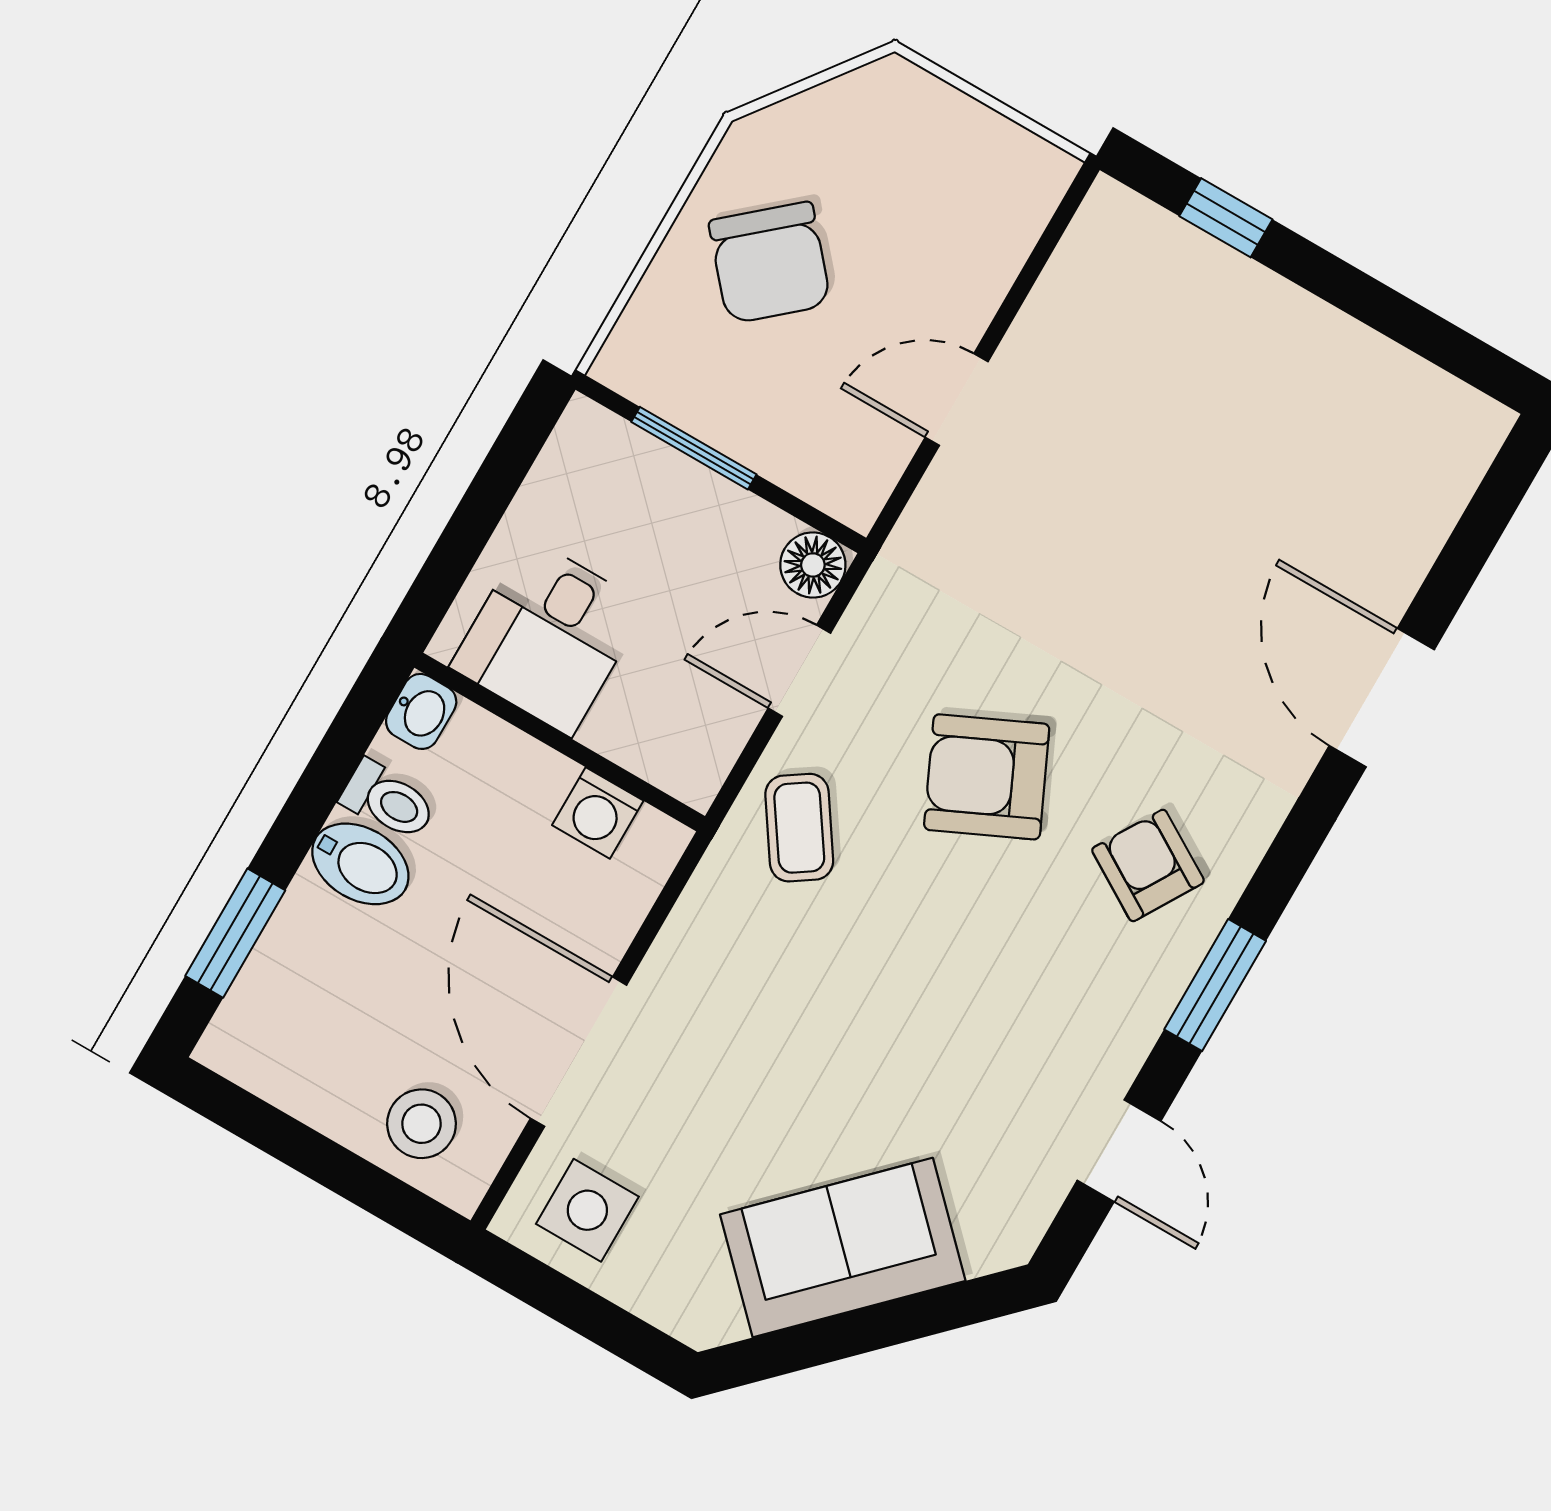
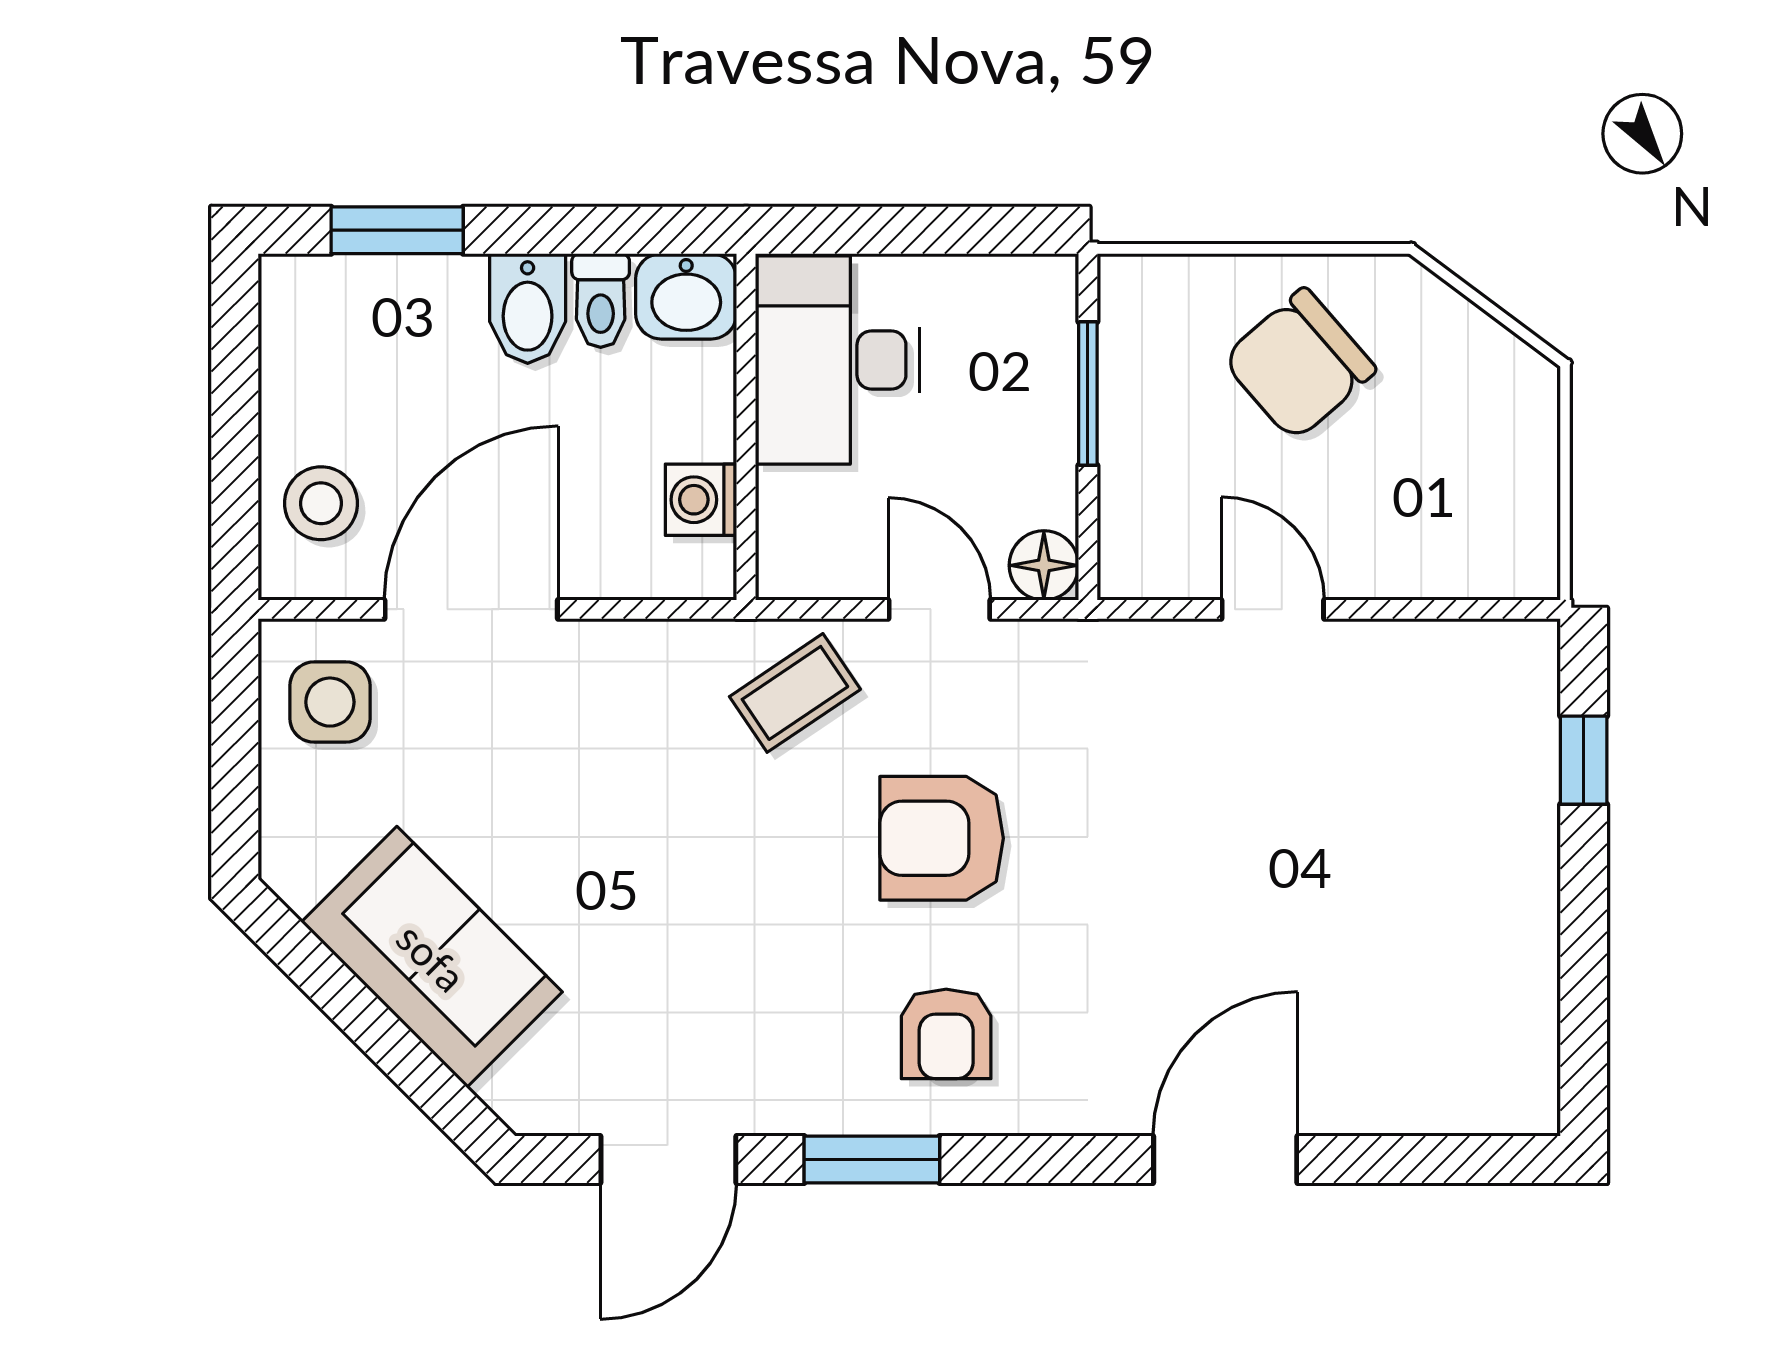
desk: (548, 636) -> (837, 360), width x1.37
washbasin: (421, 711) -> (686, 296), width x1.38, depth x1.45
armchair: (987, 777) -> (942, 838), turned -65
armchair: (1148, 865) -> (946, 1034), turned 149
door: (1119, 1151) -> (668, 1159), width x1.38

